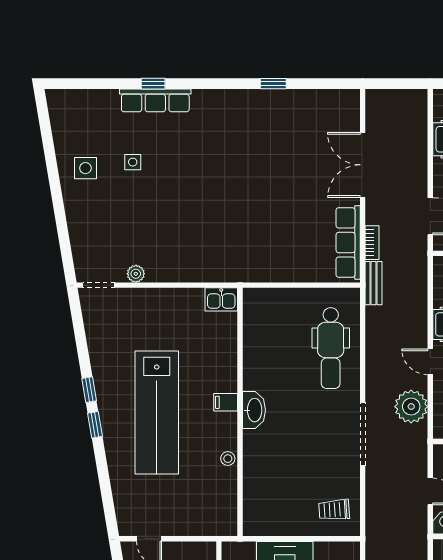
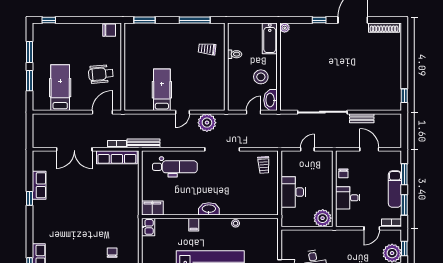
row of seats: (297, 101) -> (39, 185), added
chair: (174, 234) -> (112, 253), added
bench: (373, 283) -> (144, 143), width x1.36
filing cabinet: (256, 307) -> (152, 208), added
filing cabinet: (226, 402) -> (194, 225), moved

